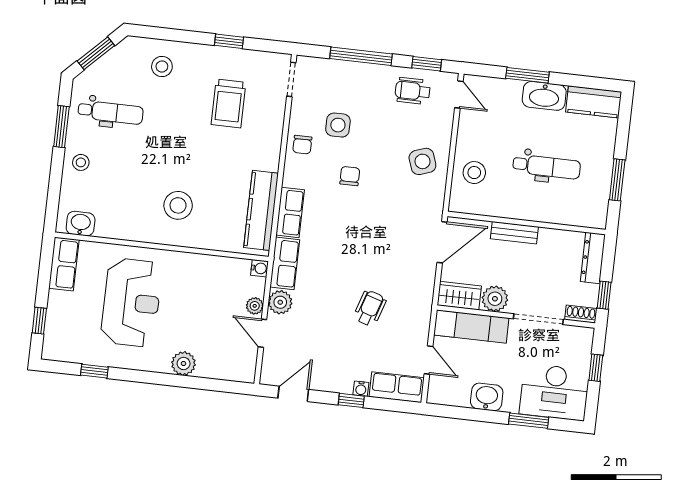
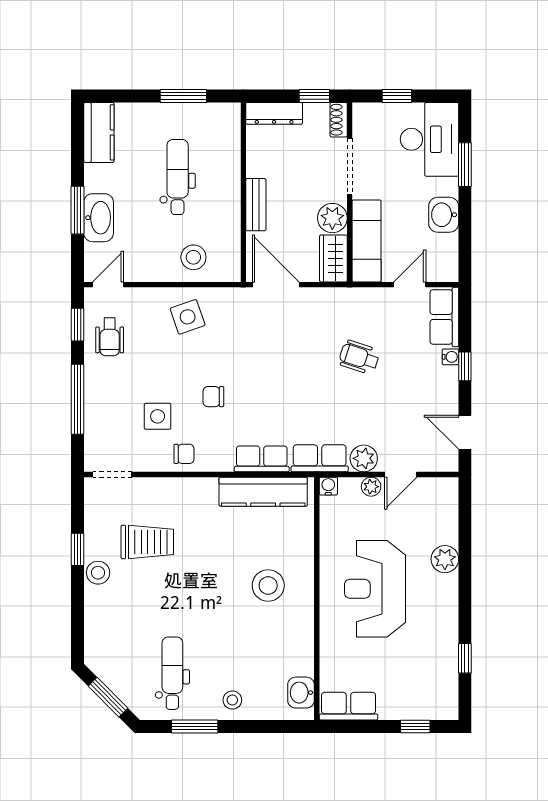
stool: (162, 67) -> (98, 573), moved
washbasin: (544, 96) -> (99, 218), moved
reception desk: (131, 302) -> (375, 589), moved, turned -90

